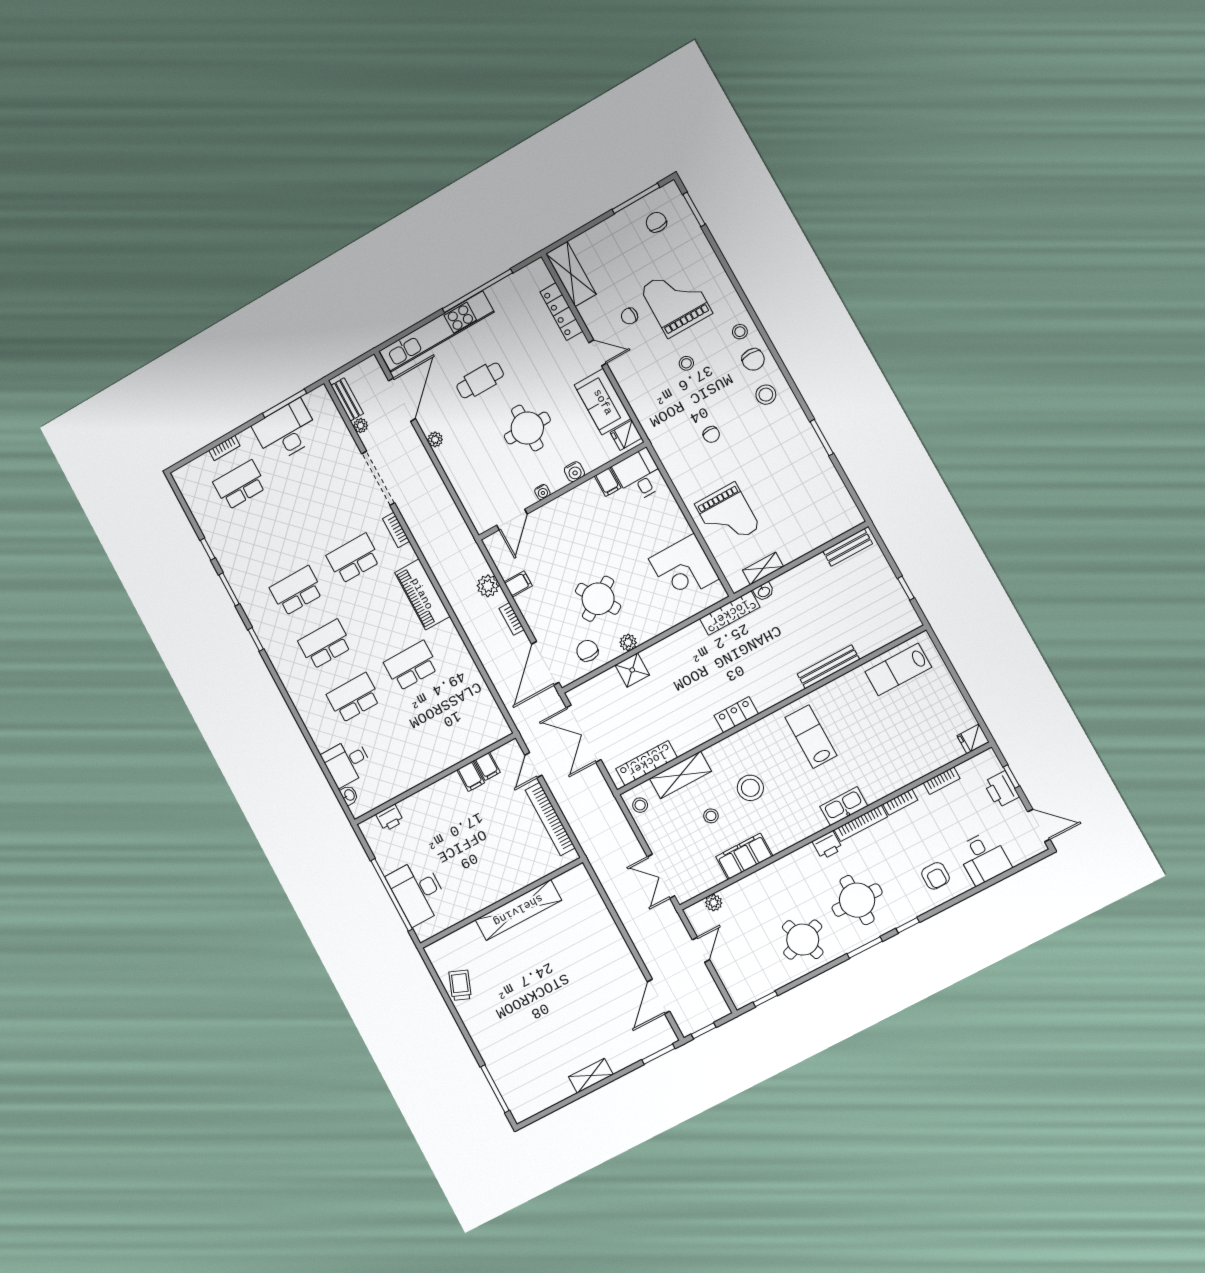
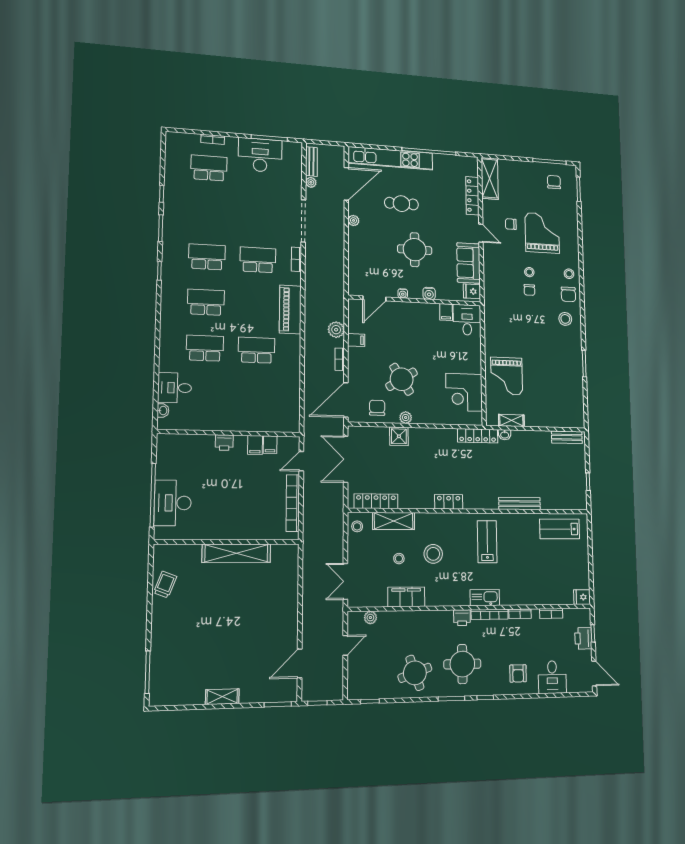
chair: (711, 434) -> (529, 290), moved
printer: (390, 818) -> (224, 443), moved

